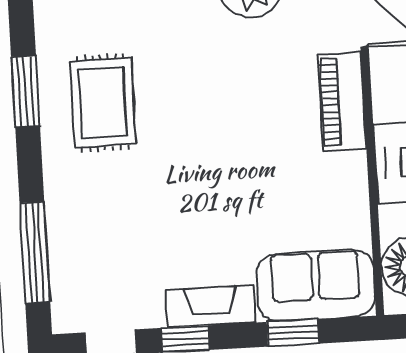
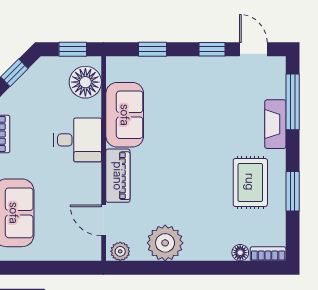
sofa: (316, 285) -> (125, 115), moved, turned -90
fireplace: (211, 306) -> (275, 124), moved, turned 90

